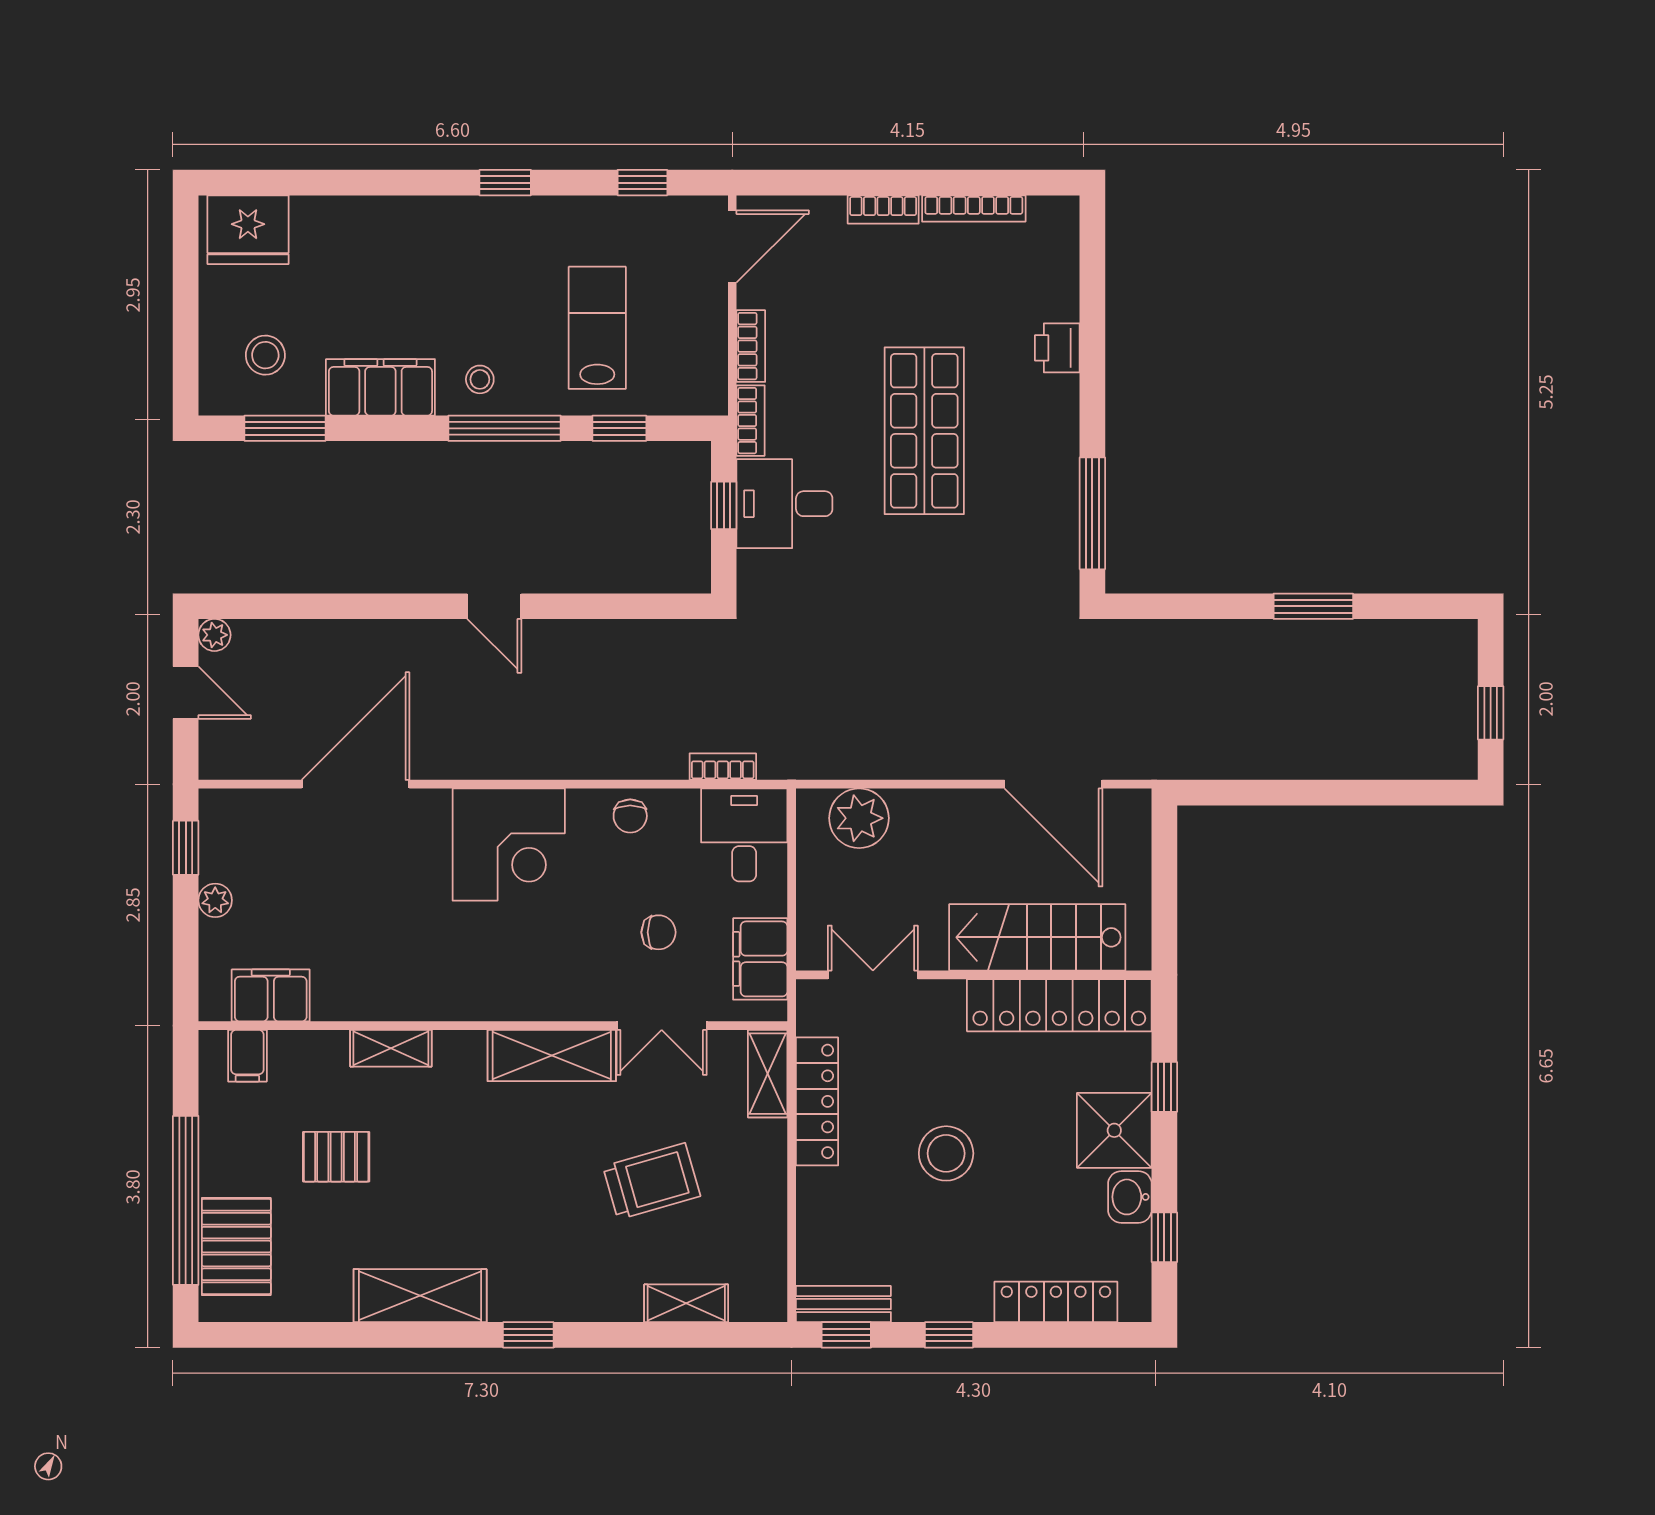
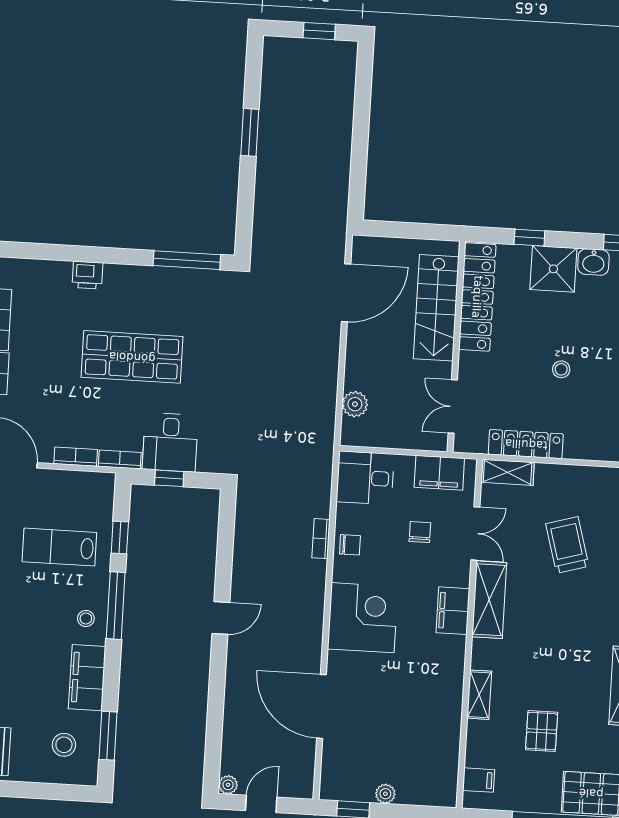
bookcase: (723, 767) -> (321, 539), moved
plant: (859, 818) -> (355, 404), width x0.73, depth x0.73
filing cabinet: (271, 995) -> (453, 611), moved
stool: (946, 1153) -> (561, 369), width x0.53, depth x0.53

